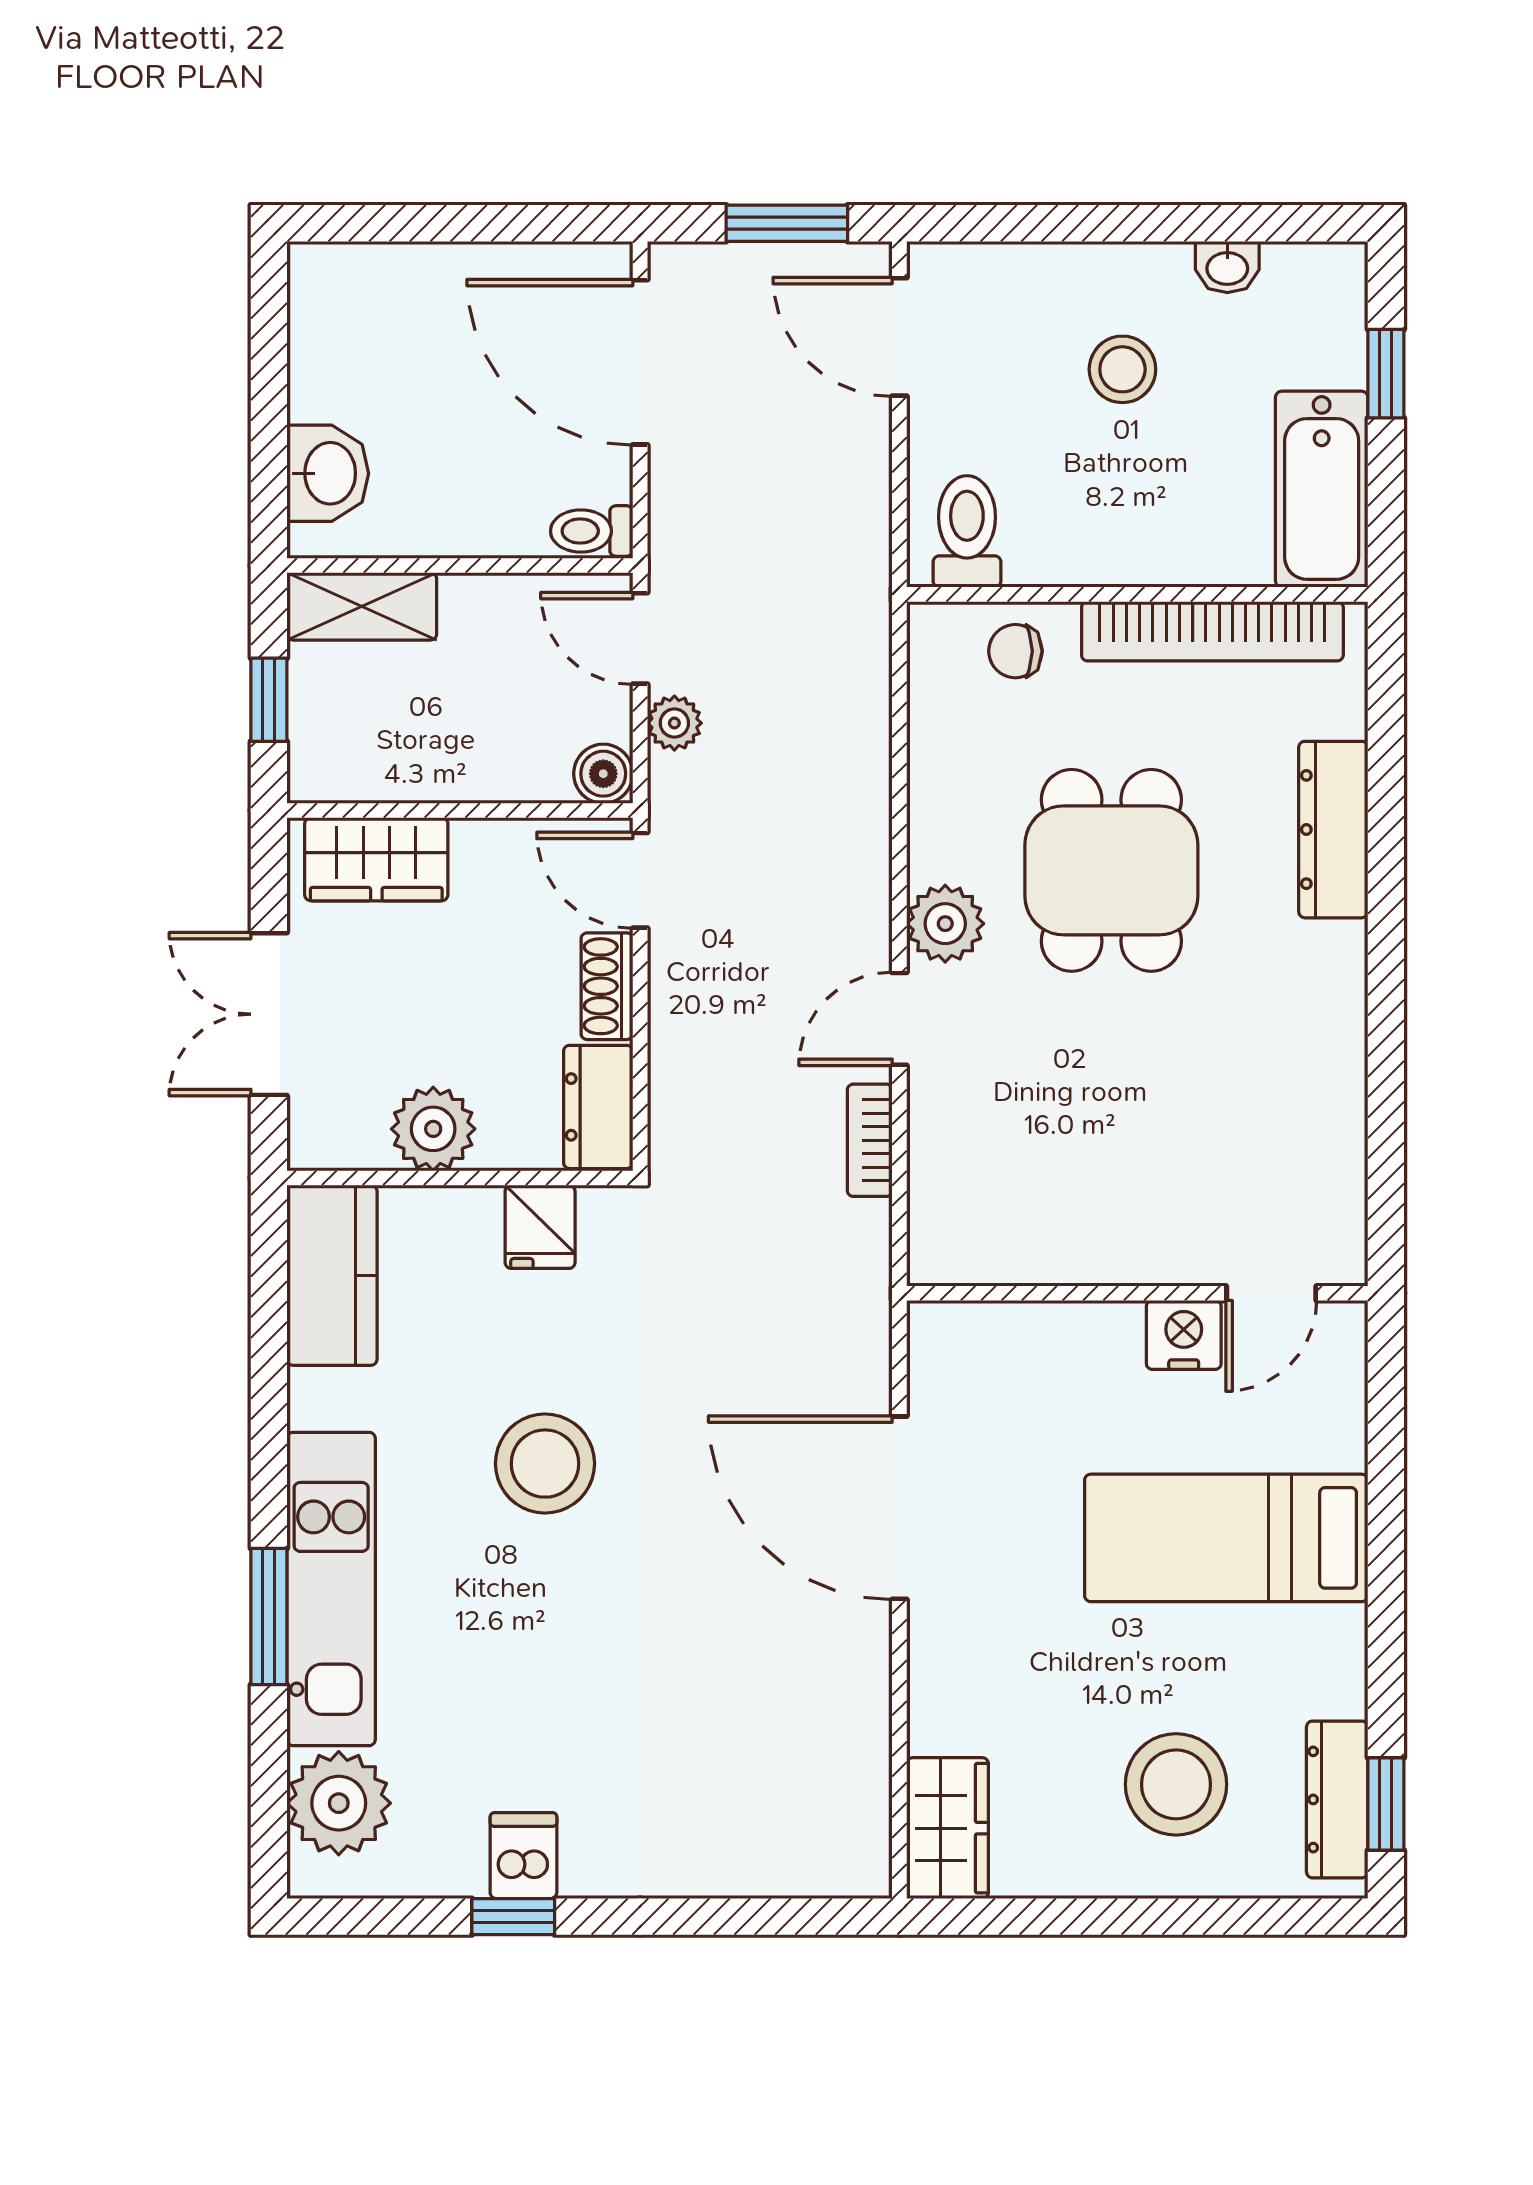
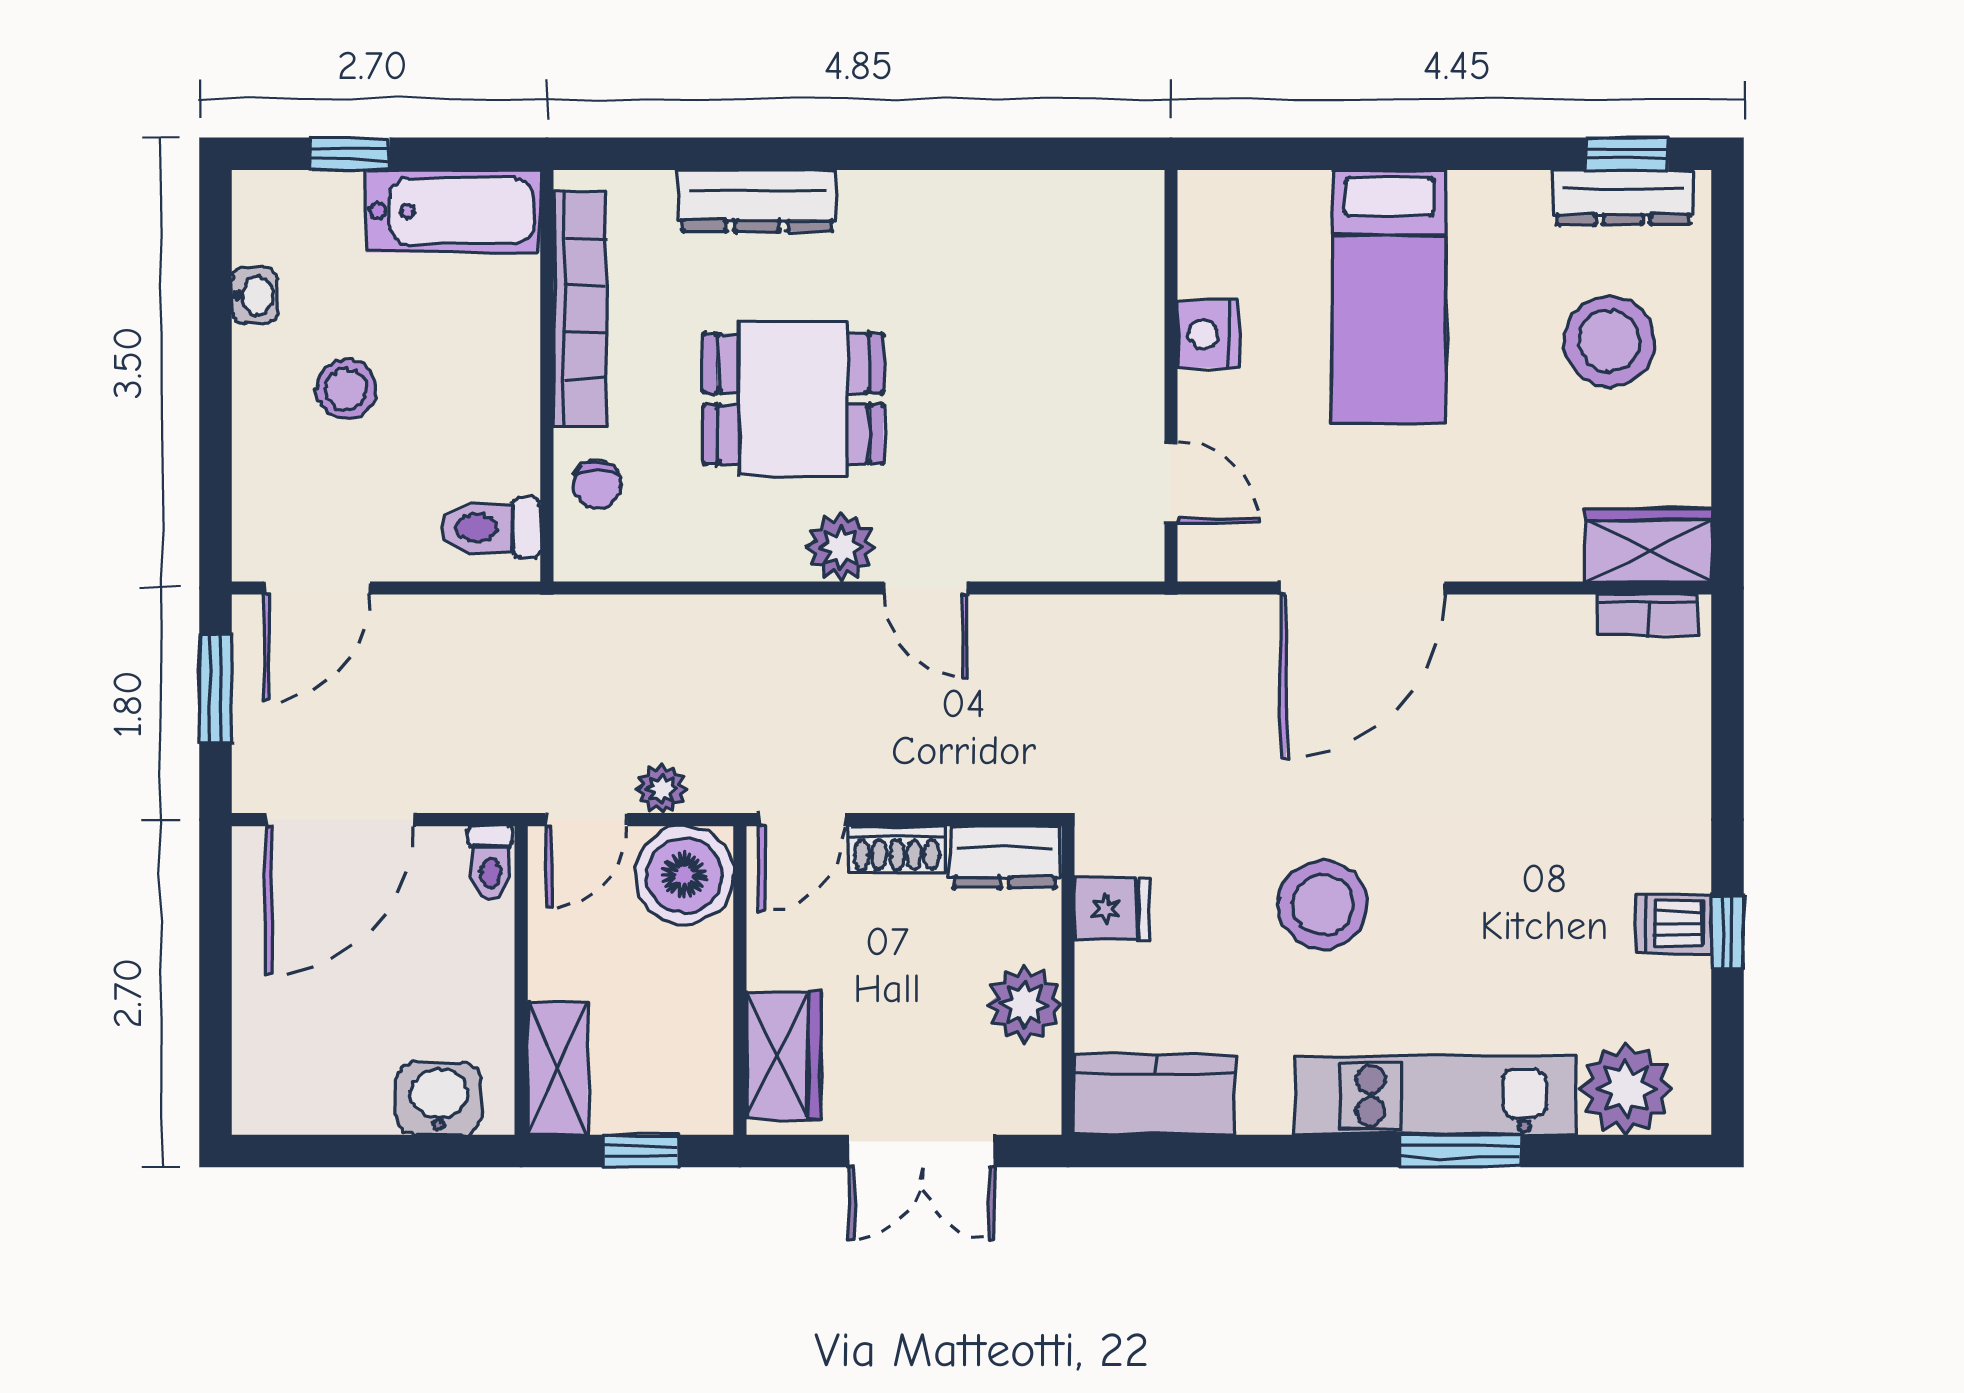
boiler: (603, 774) -> (684, 875), width x1.86, depth x1.86
bookcase: (870, 1140) -> (1648, 615), moved
door: (1271, 1293) -> (1171, 483), moved

